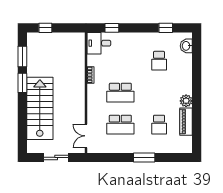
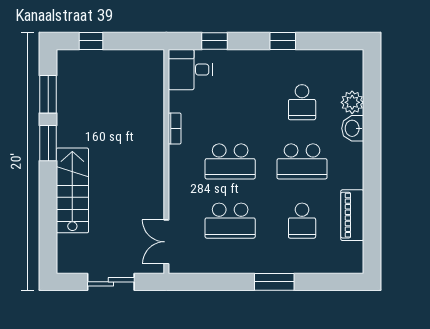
window: (166, 28) -> (283, 41), moved
washbasin: (186, 46) -> (353, 128), moved
school desk: (159, 93) -> (302, 161), added
plant: (186, 101) -> (352, 102), moved
stairs: (40, 108) -> (72, 190), width x0.73, depth x0.66

